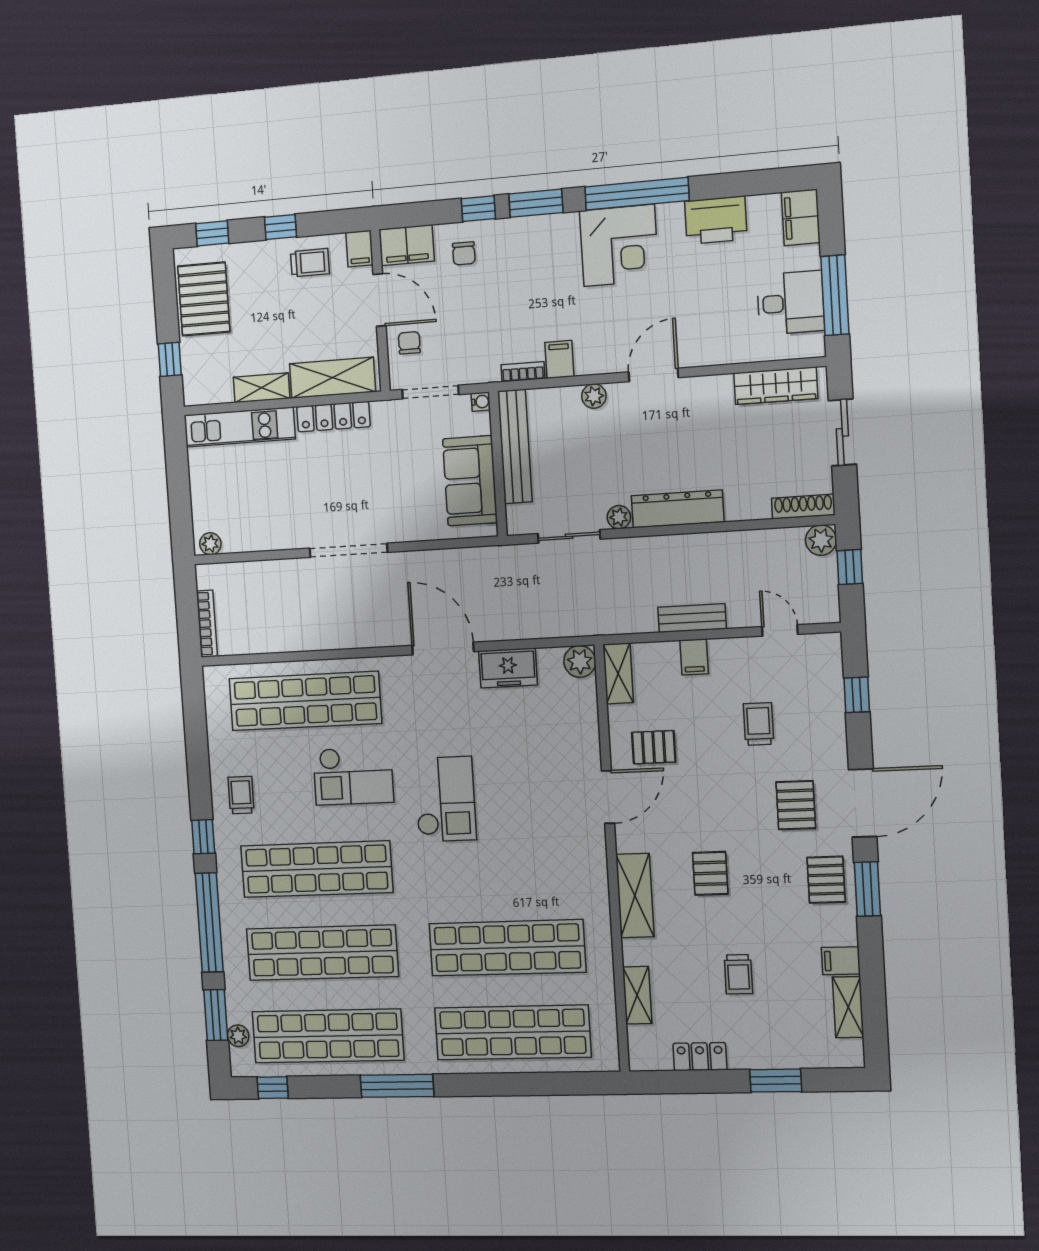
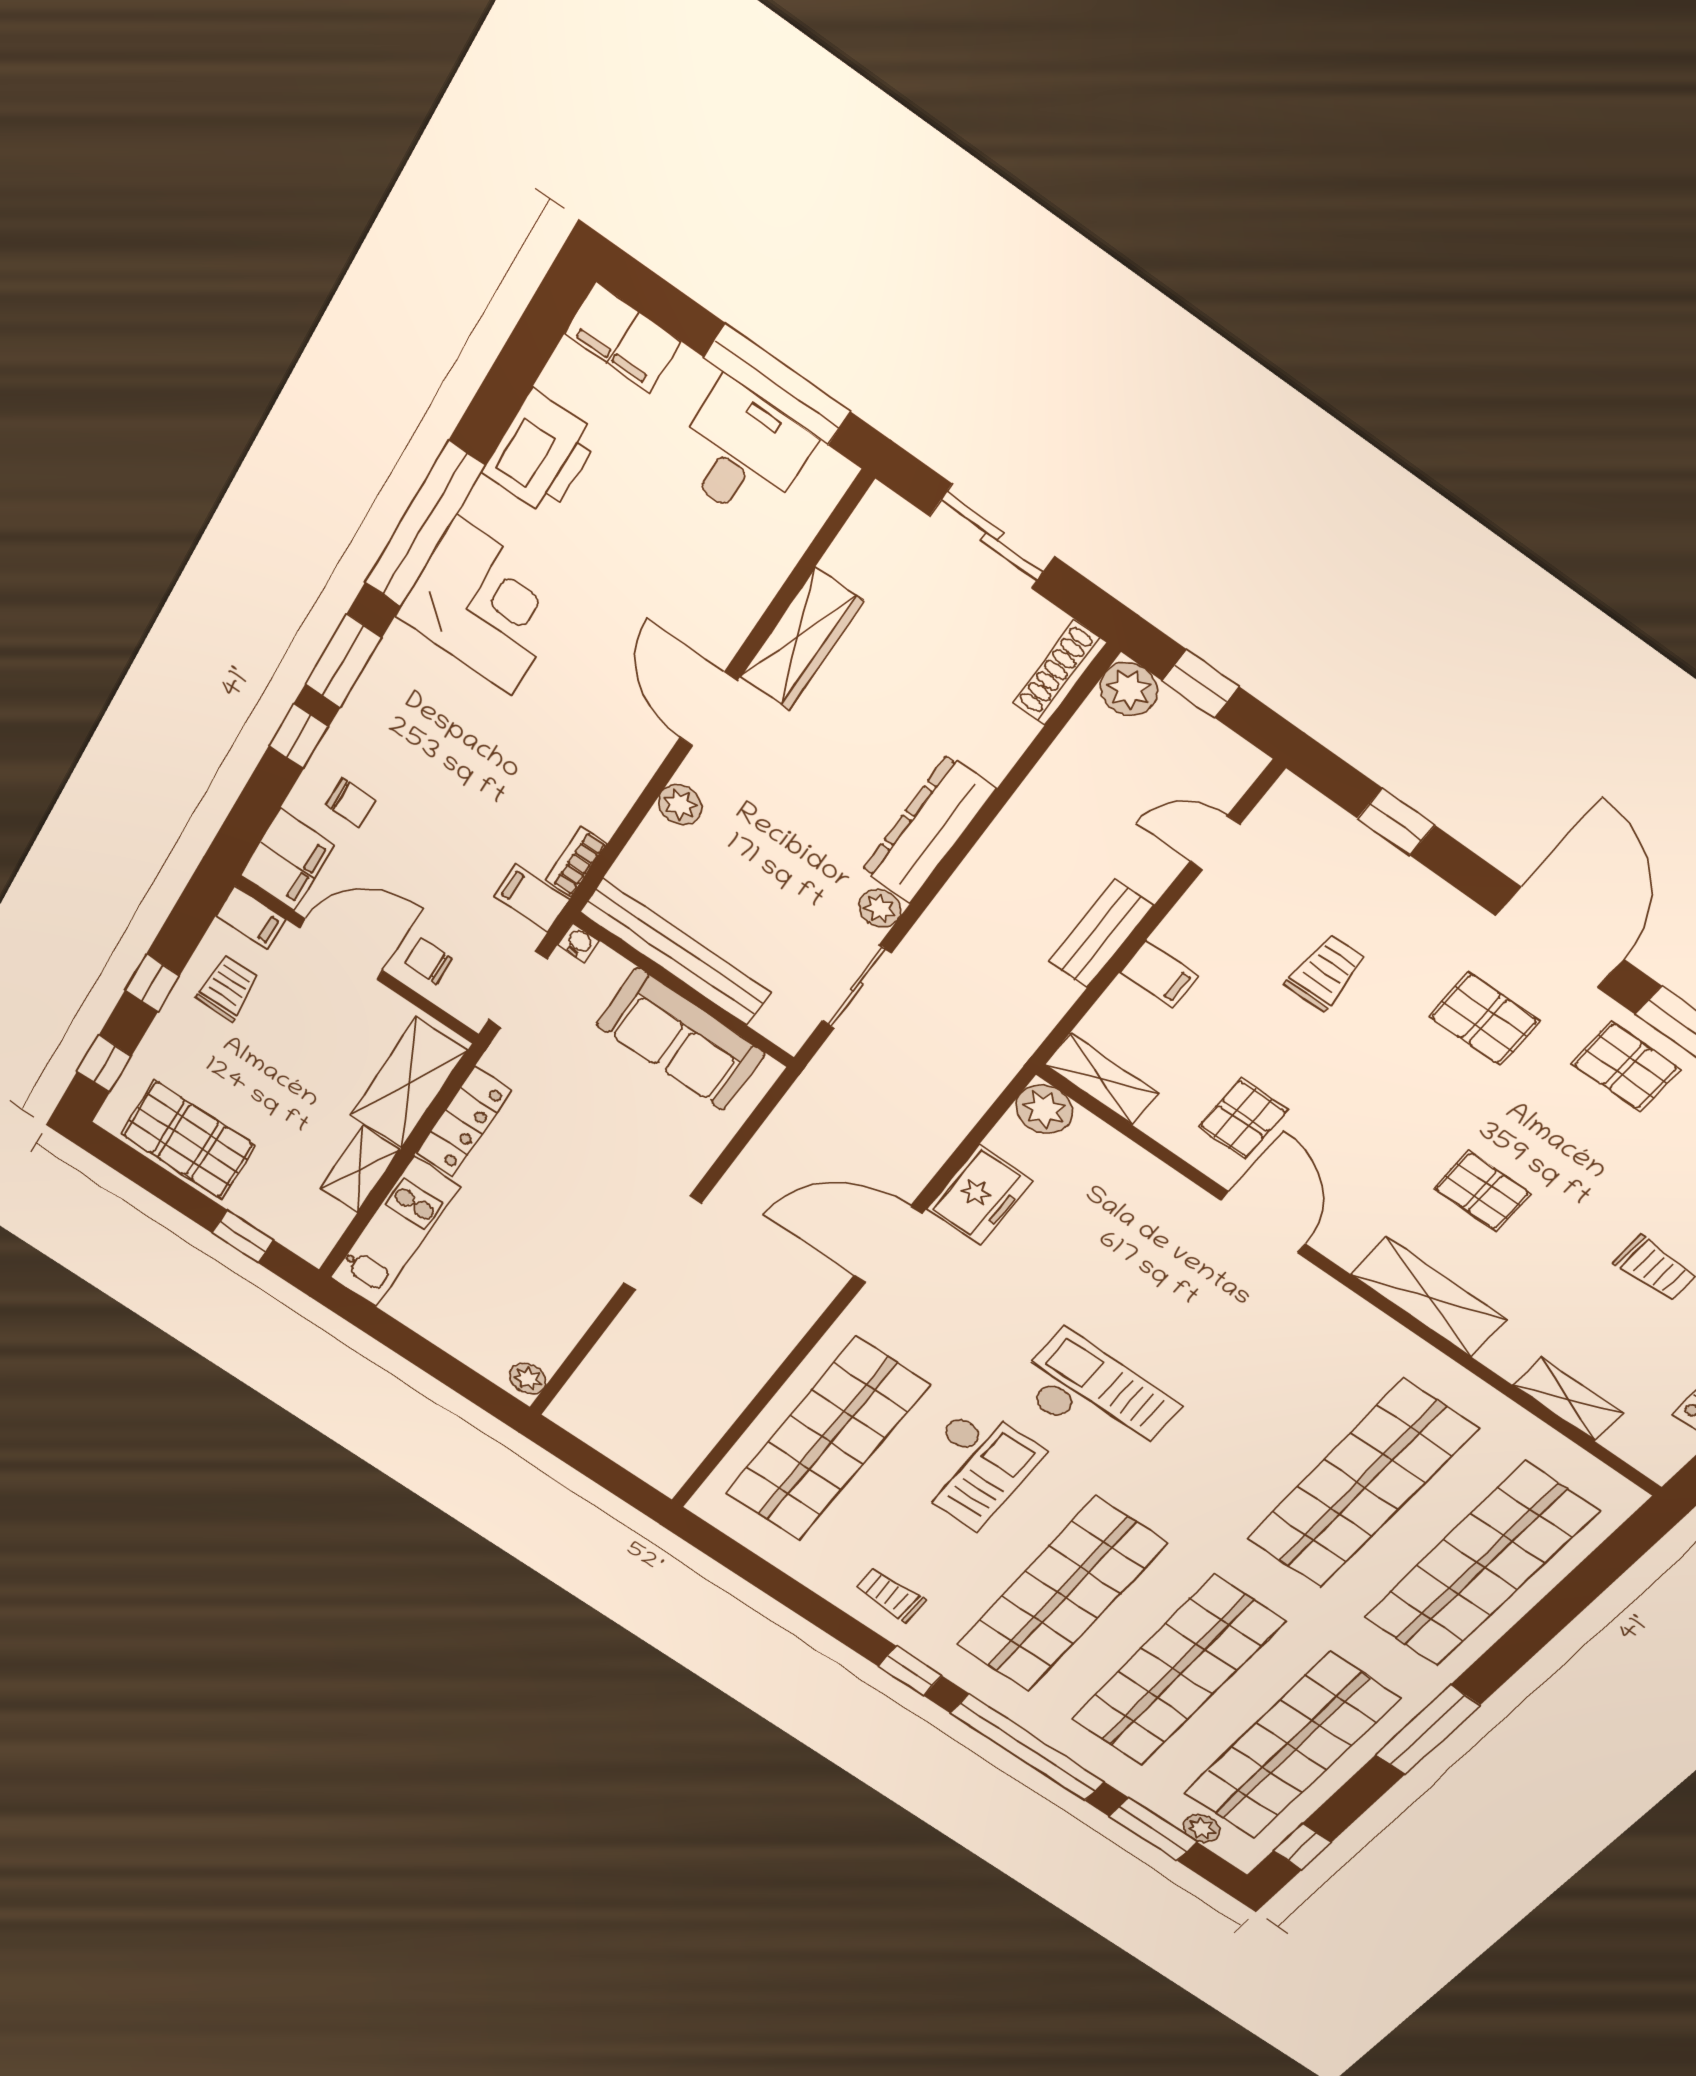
filing cabinet: (559, 359) -> (532, 898), moved
wardrobe: (776, 386) -> (802, 639), moved
bookcase: (207, 624) -> (632, 1461), removed
trolley: (758, 724) -> (1326, 973), turned 90

